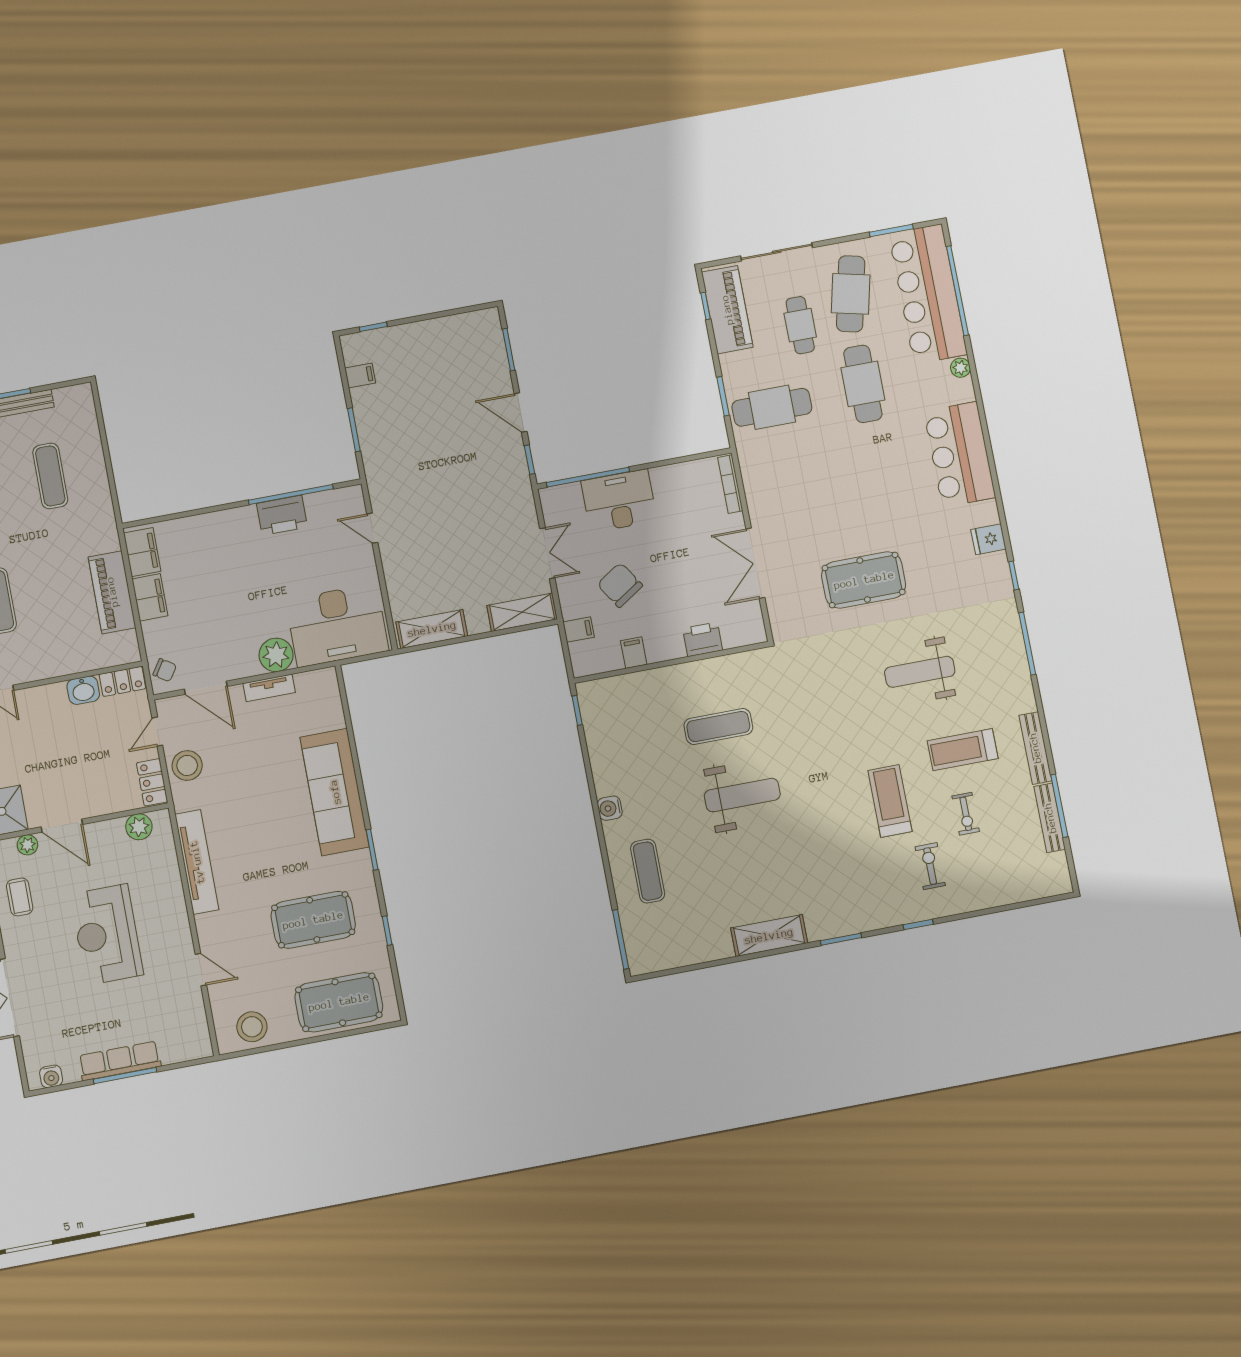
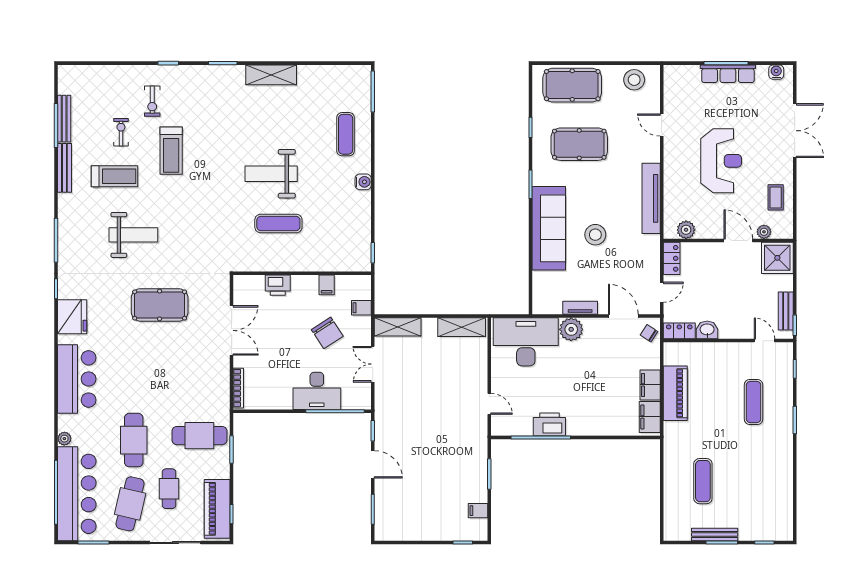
fridge: (988, 539) -> (72, 317), width x1.88, depth x1.34
stool: (187, 765) -> (595, 235), moved

